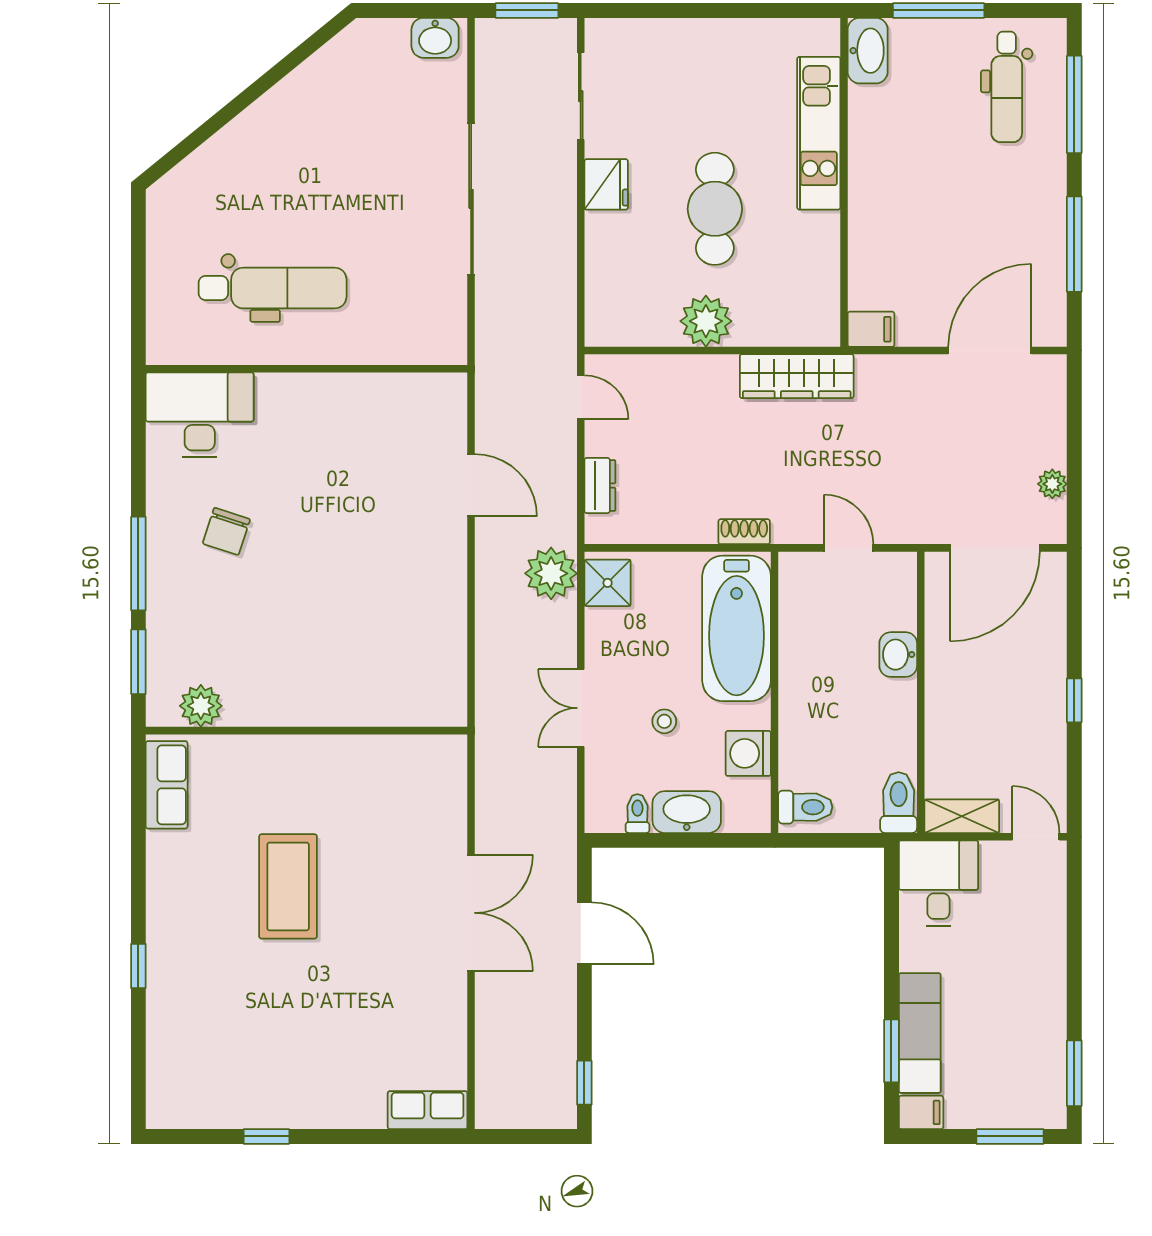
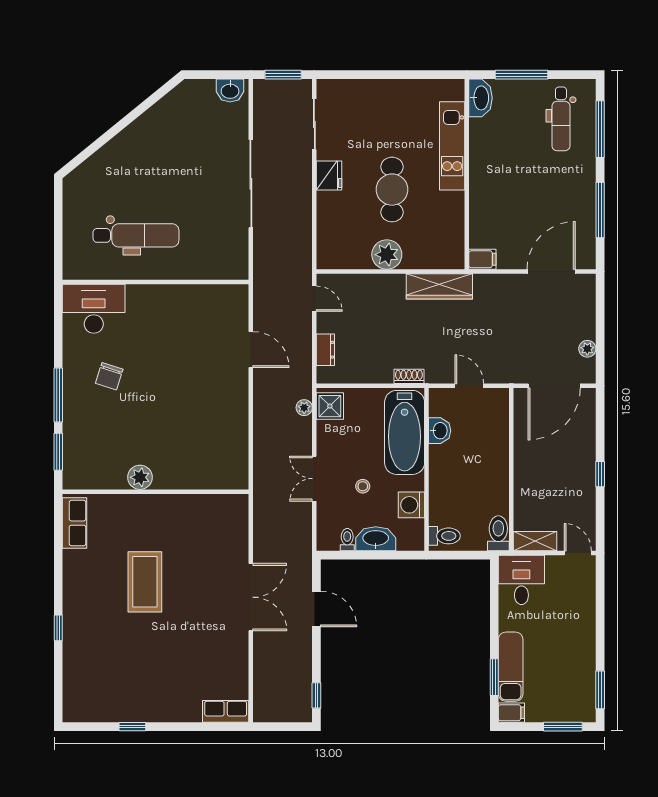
plant: (551, 573) -> (304, 408), width x0.53, depth x0.53
washbasin: (898, 655) -> (440, 431), moved, turned 180
plant: (201, 706) -> (140, 477), moved

